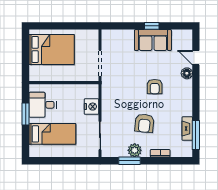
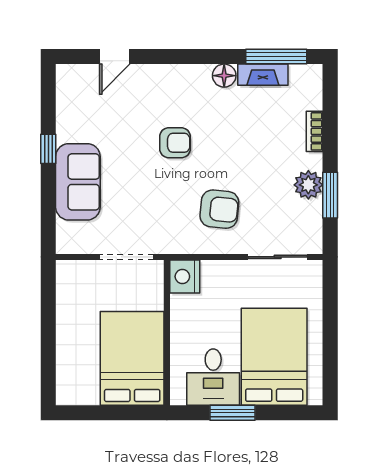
sofa: (153, 40) -> (78, 182), moved
bed: (52, 50) -> (132, 358), moved
floor lamp: (187, 73) -> (224, 76), moved
nightstand: (92, 107) -> (185, 277), moved, turned -90
armchair: (144, 123) -> (219, 209), moved
bed: (52, 134) -> (274, 357), width x1.50

